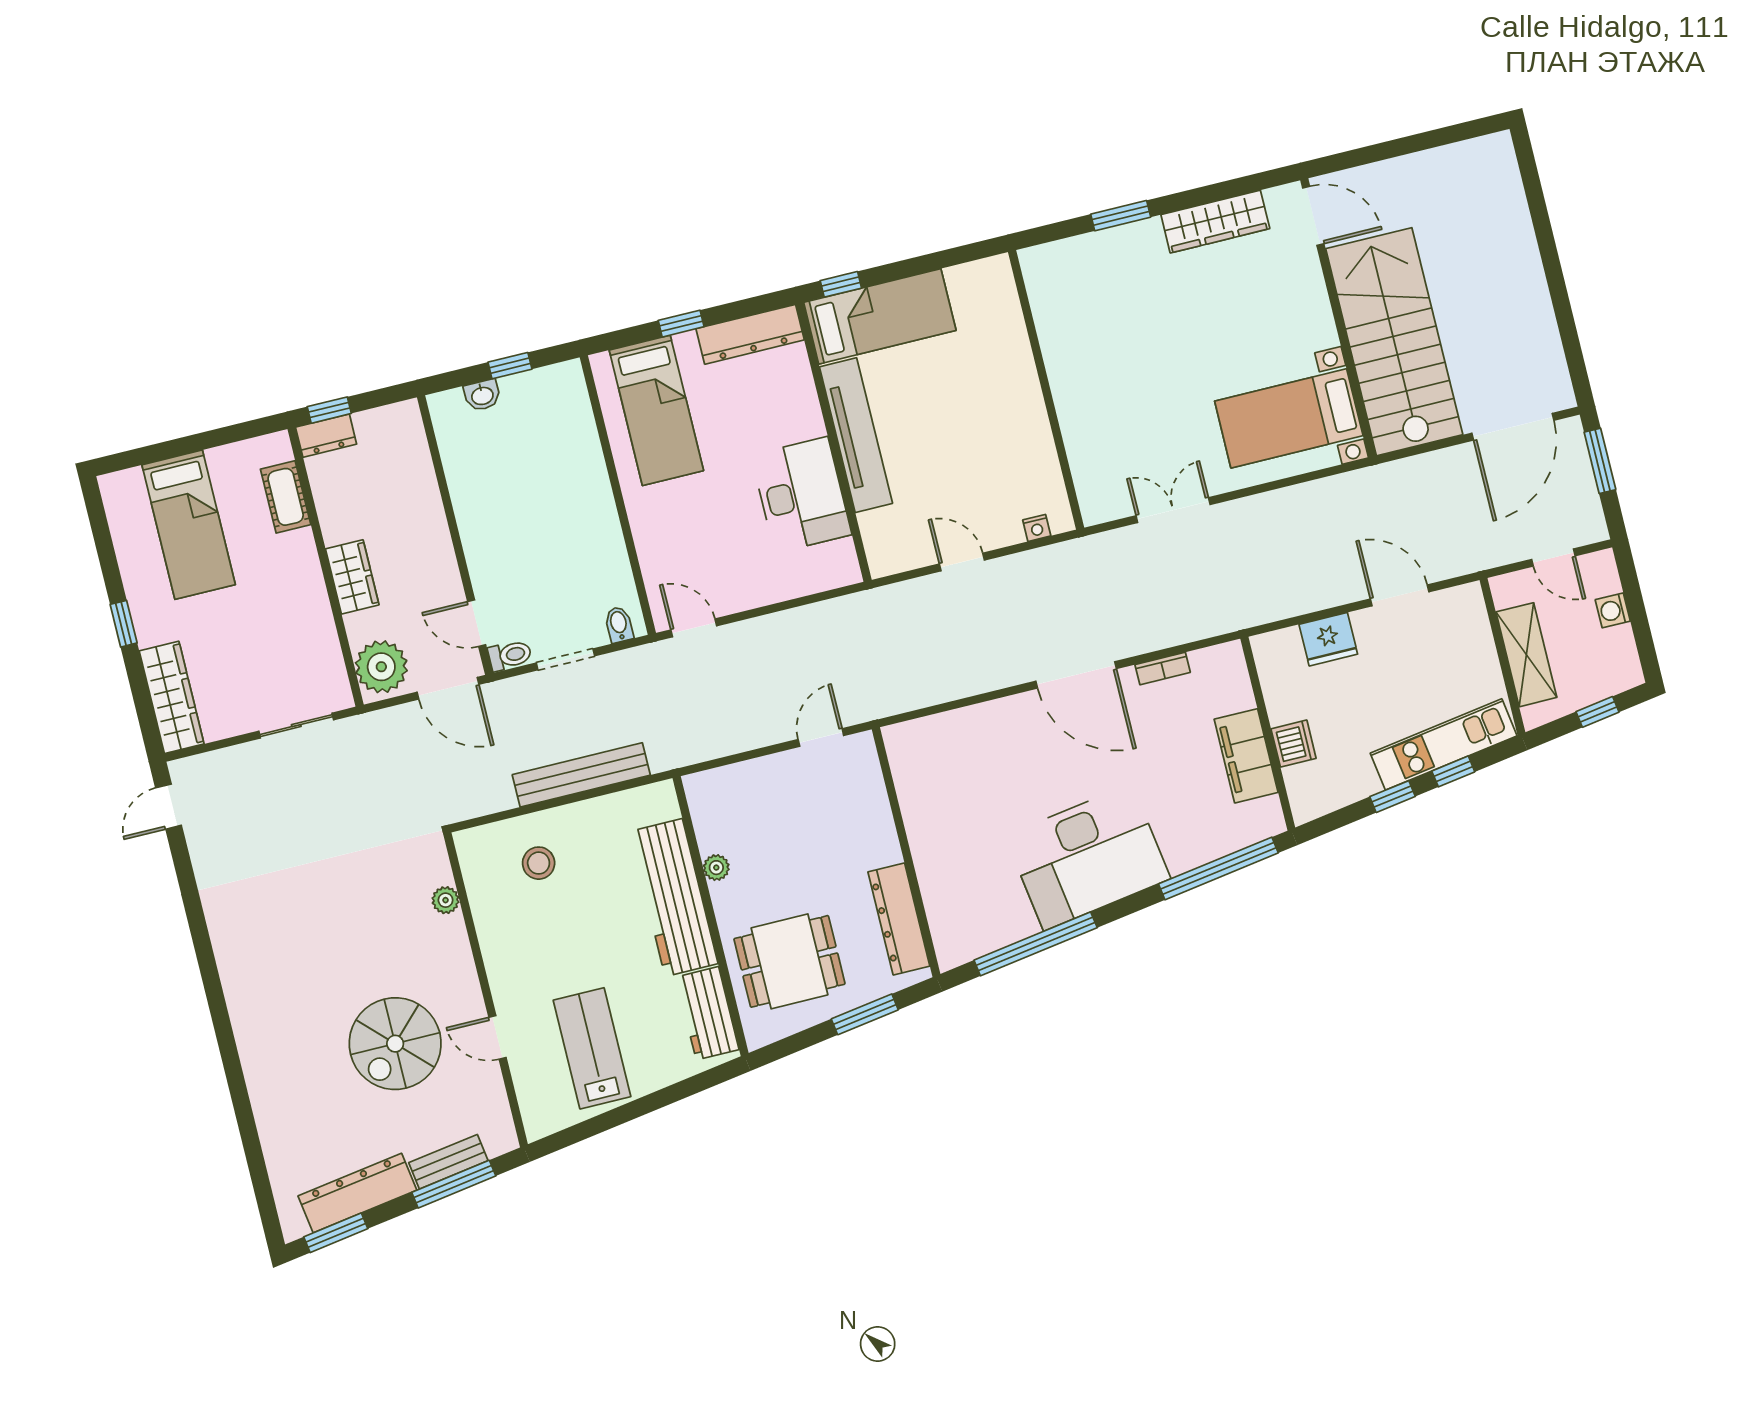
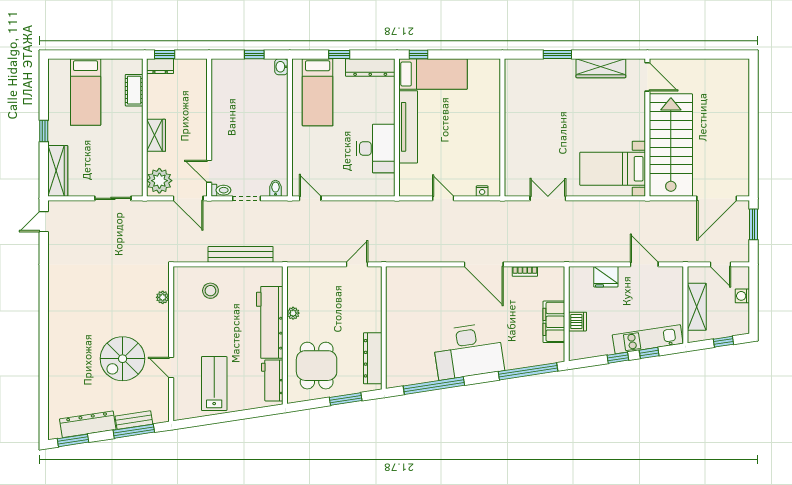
washbasin: (482, 395) -> (281, 67), moved, turned 90
dining table: (789, 961) -> (317, 366), turned 90

